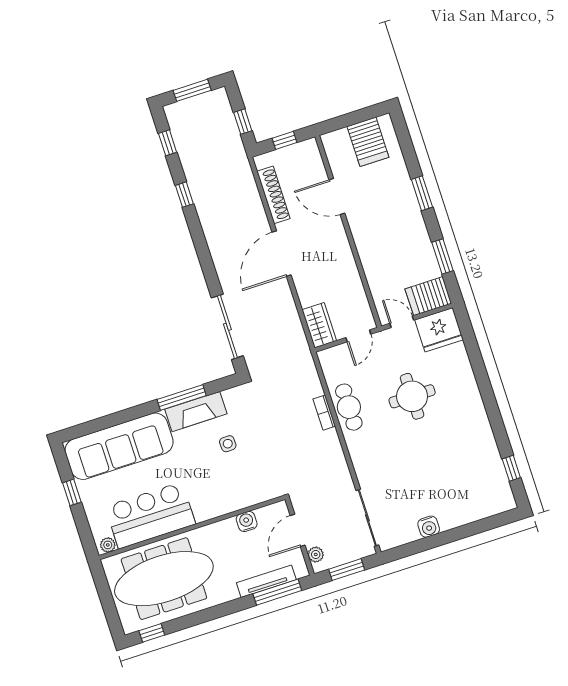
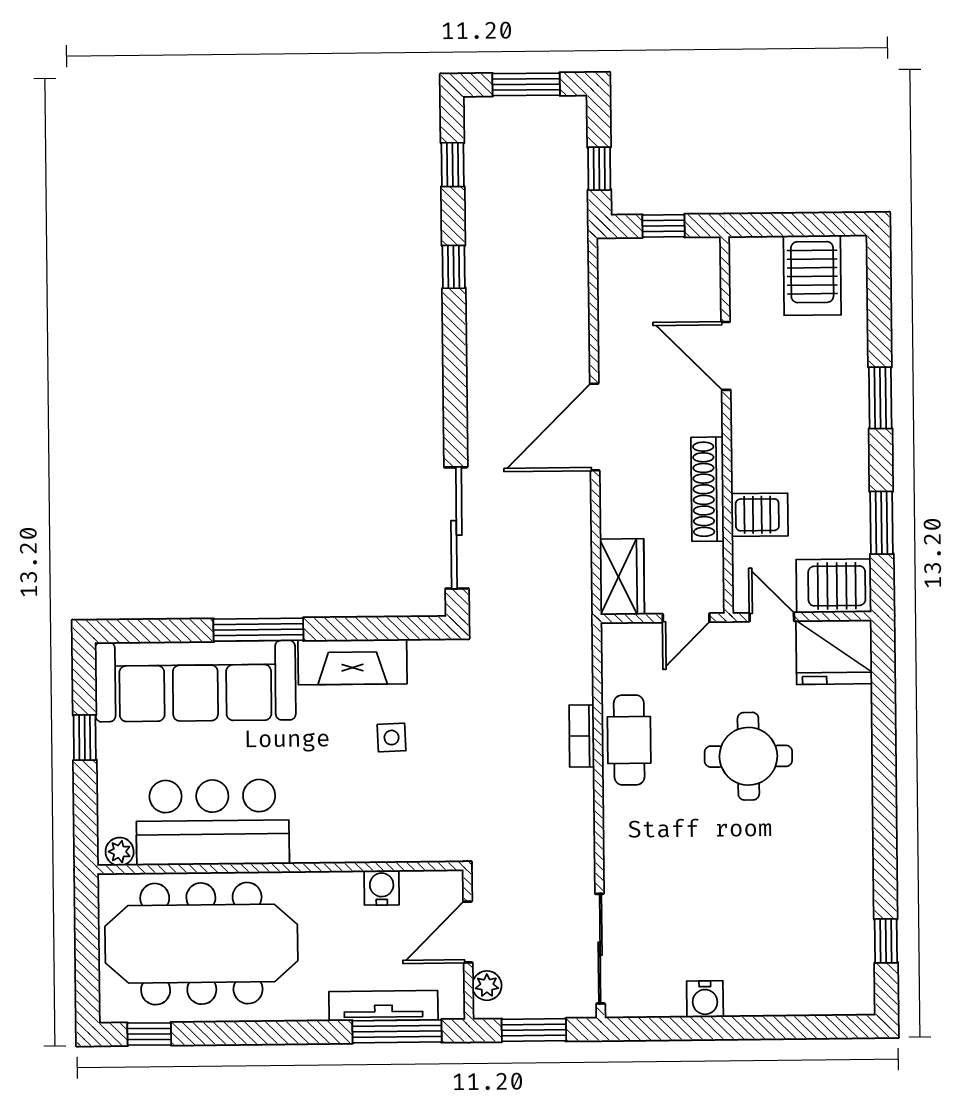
shoe rack: (274, 195) -> (708, 489), moved, turned 180
server rack: (379, 272) -> (760, 515), added
window: (182, 397) -> (258, 630), moved

